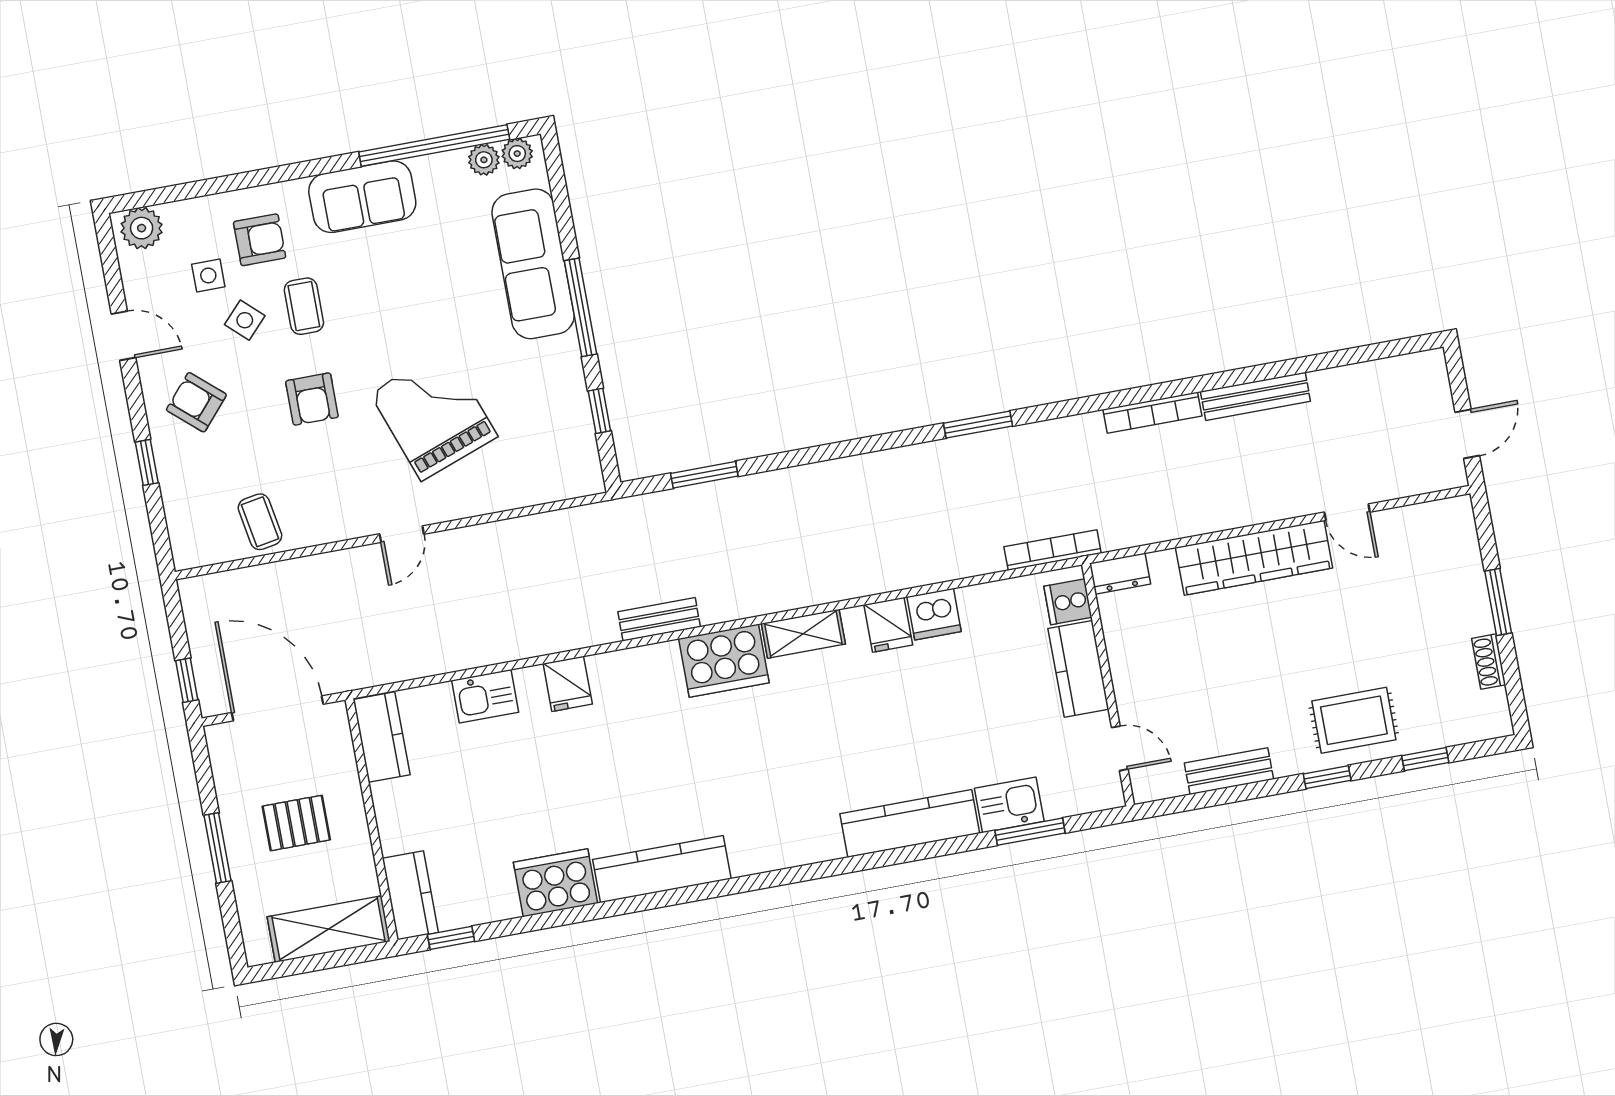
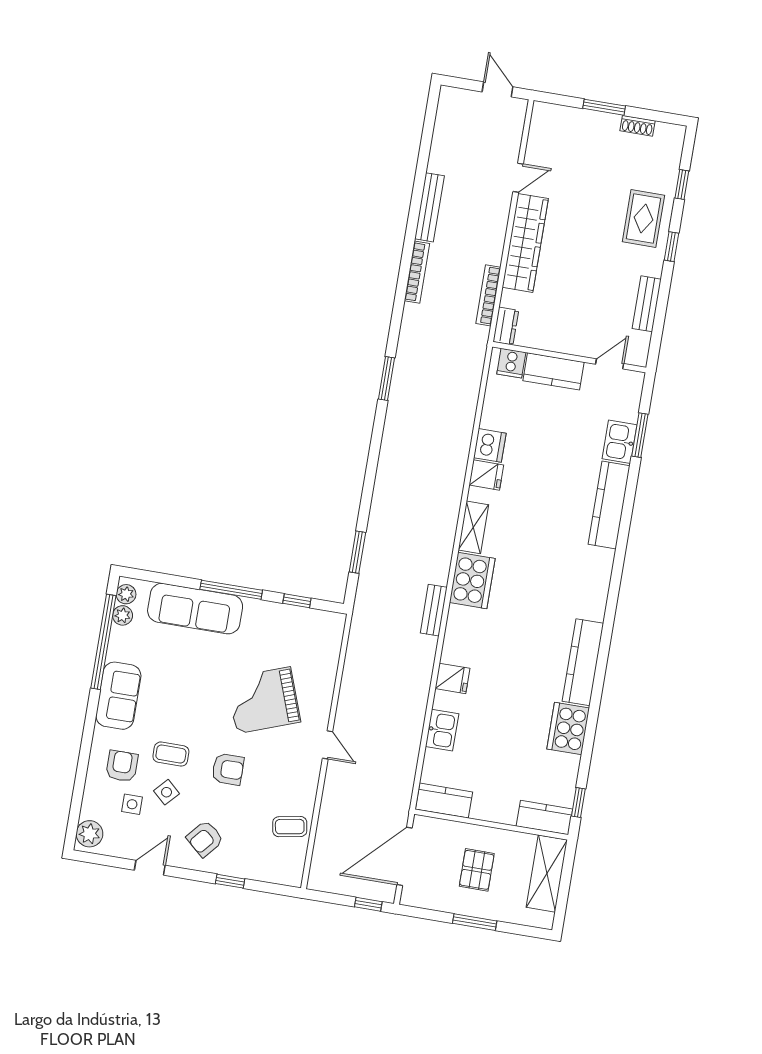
bookcase: (1053, 550) -> (488, 295), moved

